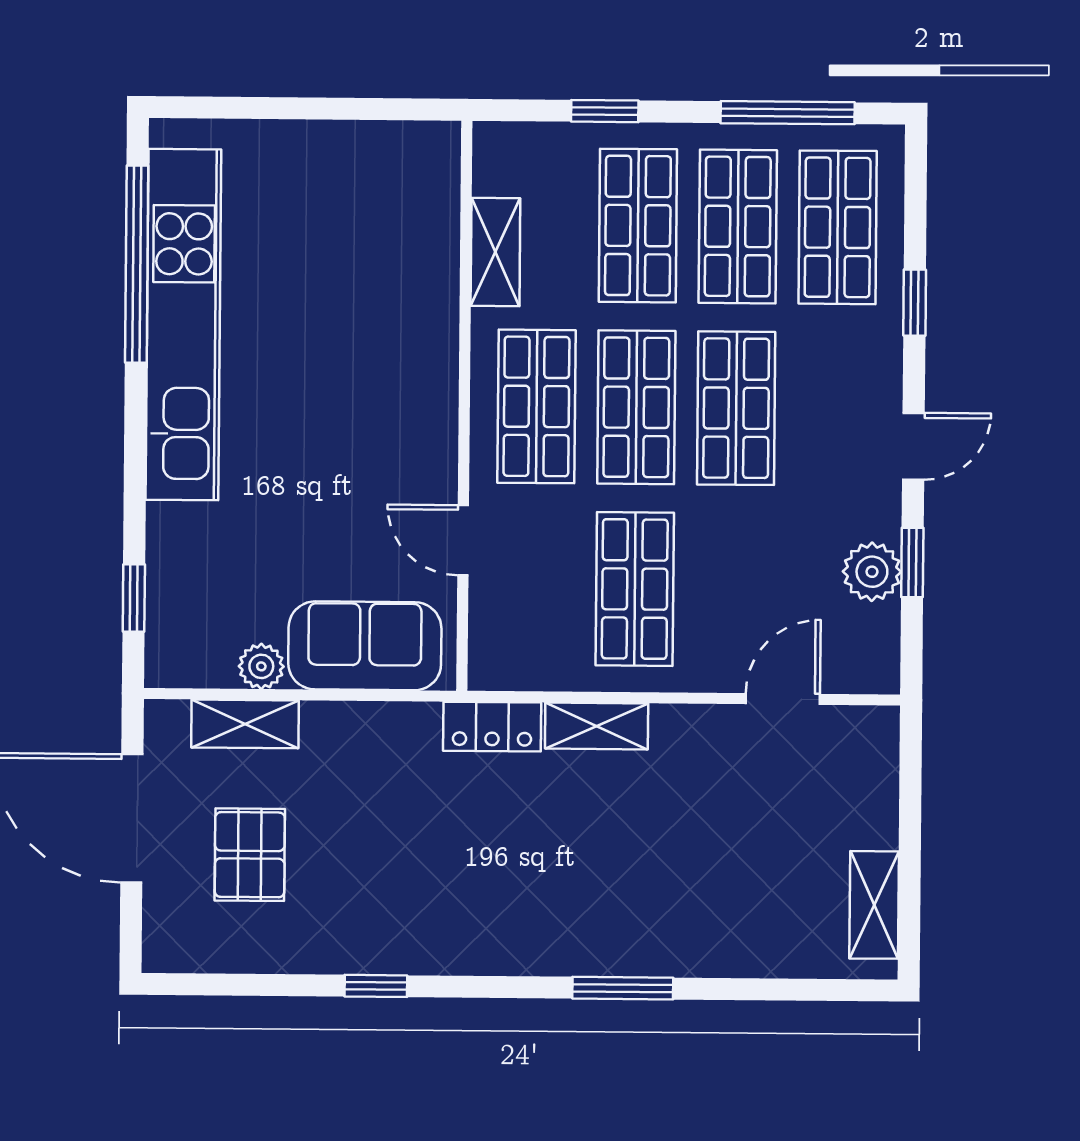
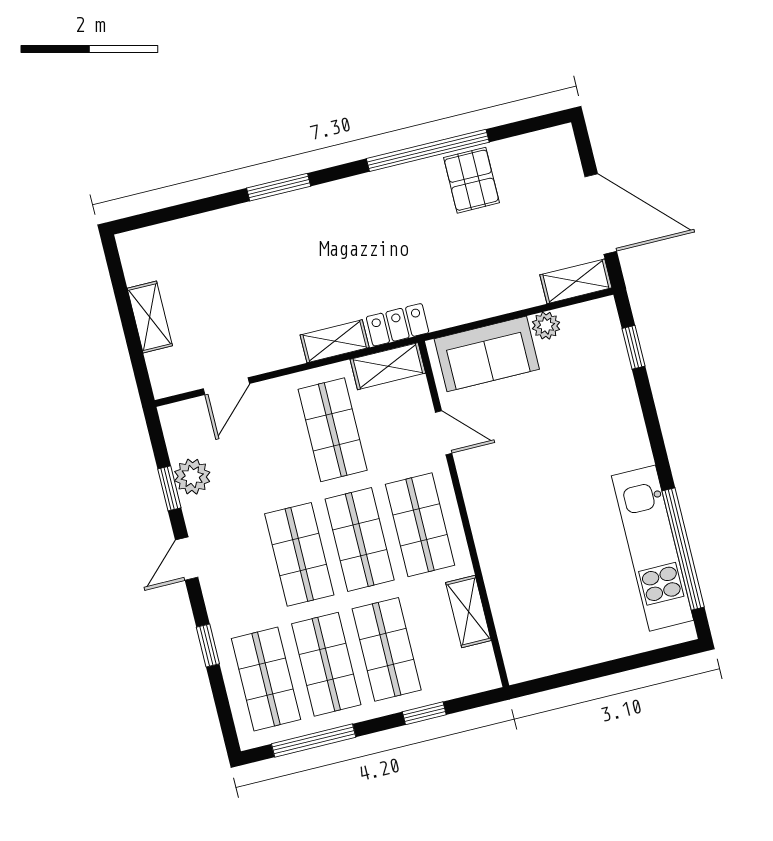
kitchen unit: (183, 325) -> (652, 548), width x0.73
shelving: (524, 666) -> (388, 366), added
shelving: (245, 724) -> (576, 281), moved
pallet: (250, 855) -> (471, 180), moved
shelving: (874, 905) -> (150, 317), moved
window: (376, 986) -> (428, 150), width x3.17

